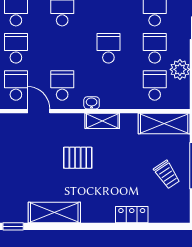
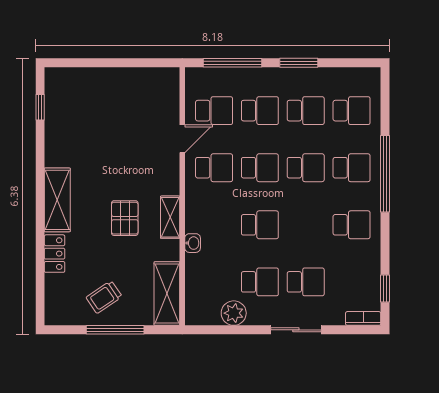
school desk: (155, 85) -> (260, 168), moved
washbasin: (92, 103) -> (193, 243), moved
pallet: (78, 158) -> (125, 218), moved
shelving: (54, 212) -> (57, 200), moved

